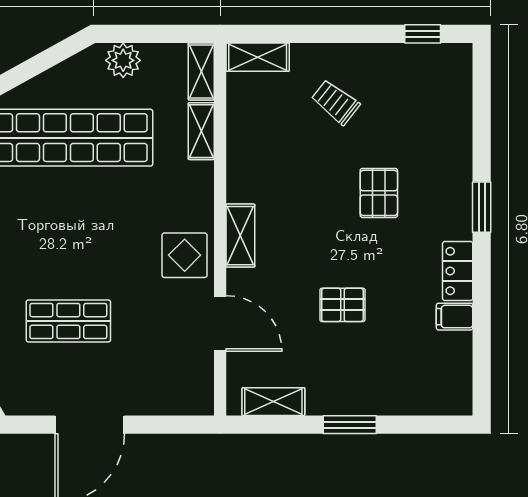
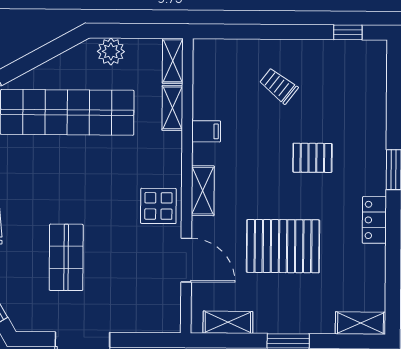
shelving: (258, 57) -> (360, 323), moved
pallet: (379, 193) -> (312, 158), turned 90
pallet: (342, 305) -> (283, 246), width x2.05, depth x2.00
filing cabinet: (455, 317) -> (206, 131), moved, turned 180
shop shelf: (68, 321) -> (66, 257), turned 90

